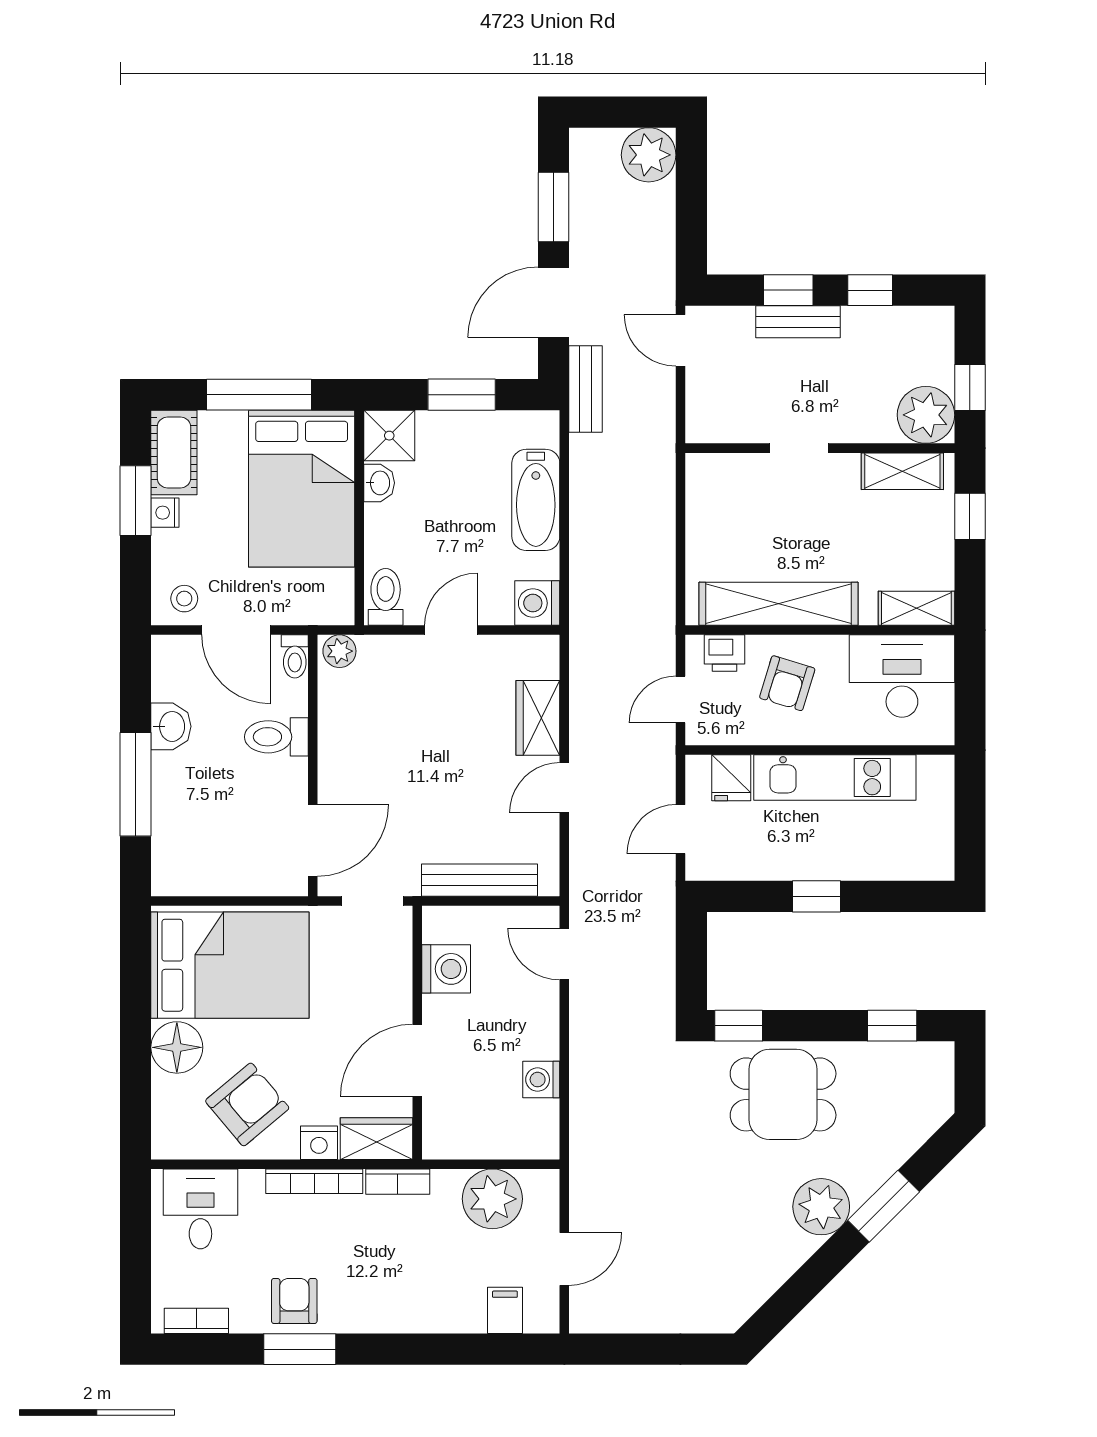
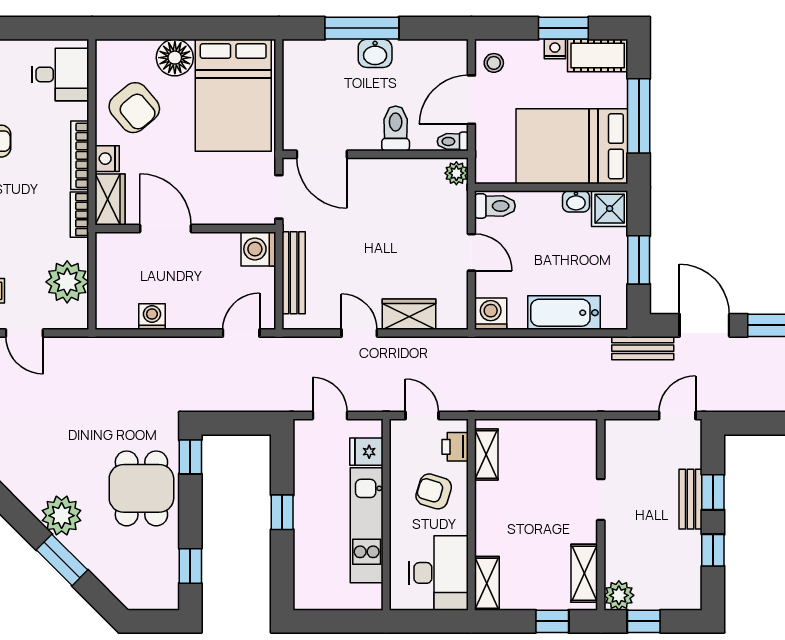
plant: (926, 415) -> (619, 595), width x0.73, depth x0.73
shelving: (778, 604) -> (486, 454), width x0.45, depth x0.75
washbasin: (171, 726) -> (375, 53), moved
washing machine: (446, 969) -> (258, 249), moved, turned 90

